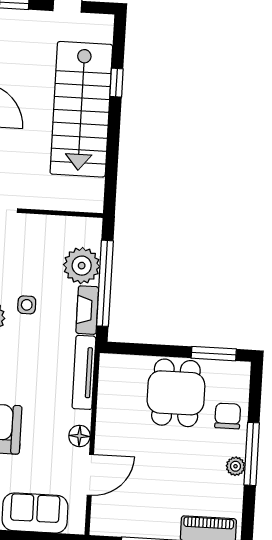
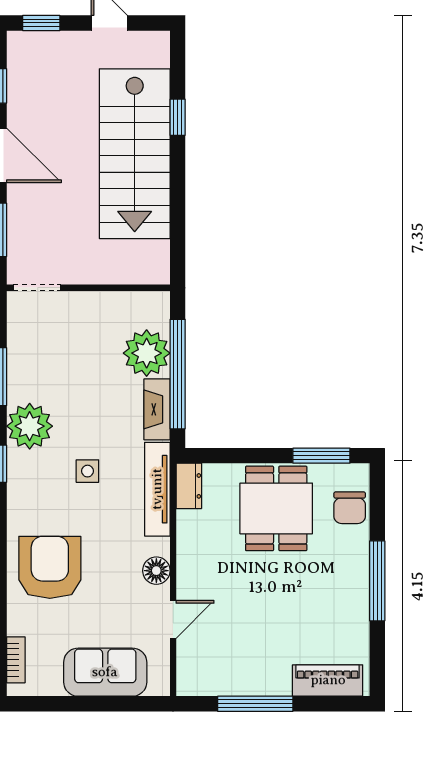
side table: (27, 305) -> (87, 471), moved
dresser: (109, 371) -> (189, 486), added
chair: (228, 416) -> (350, 508), moved, turned 180
plant: (236, 466) -> (358, 598), removed
door: (90, 475) -> (173, 619), width x0.73

